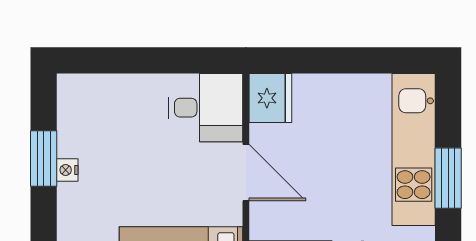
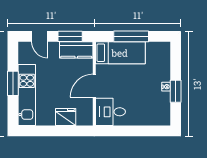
fridge: (270, 98) -> (66, 117), moved, turned 90
door: (246, 173) -> (94, 86), hinge flipped

